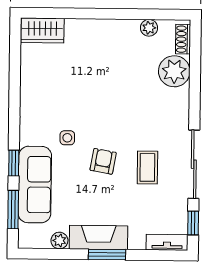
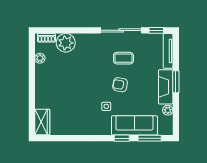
tv unit: (167, 242) -> (168, 51), width x1.41

